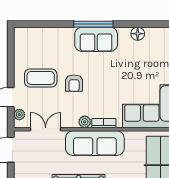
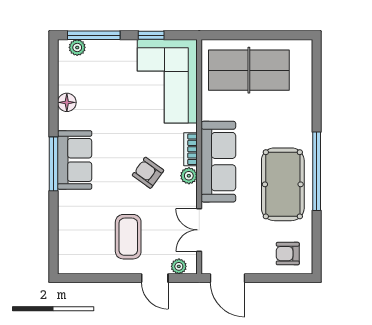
armchair: (74, 83) -> (148, 173), moved, turned -144

